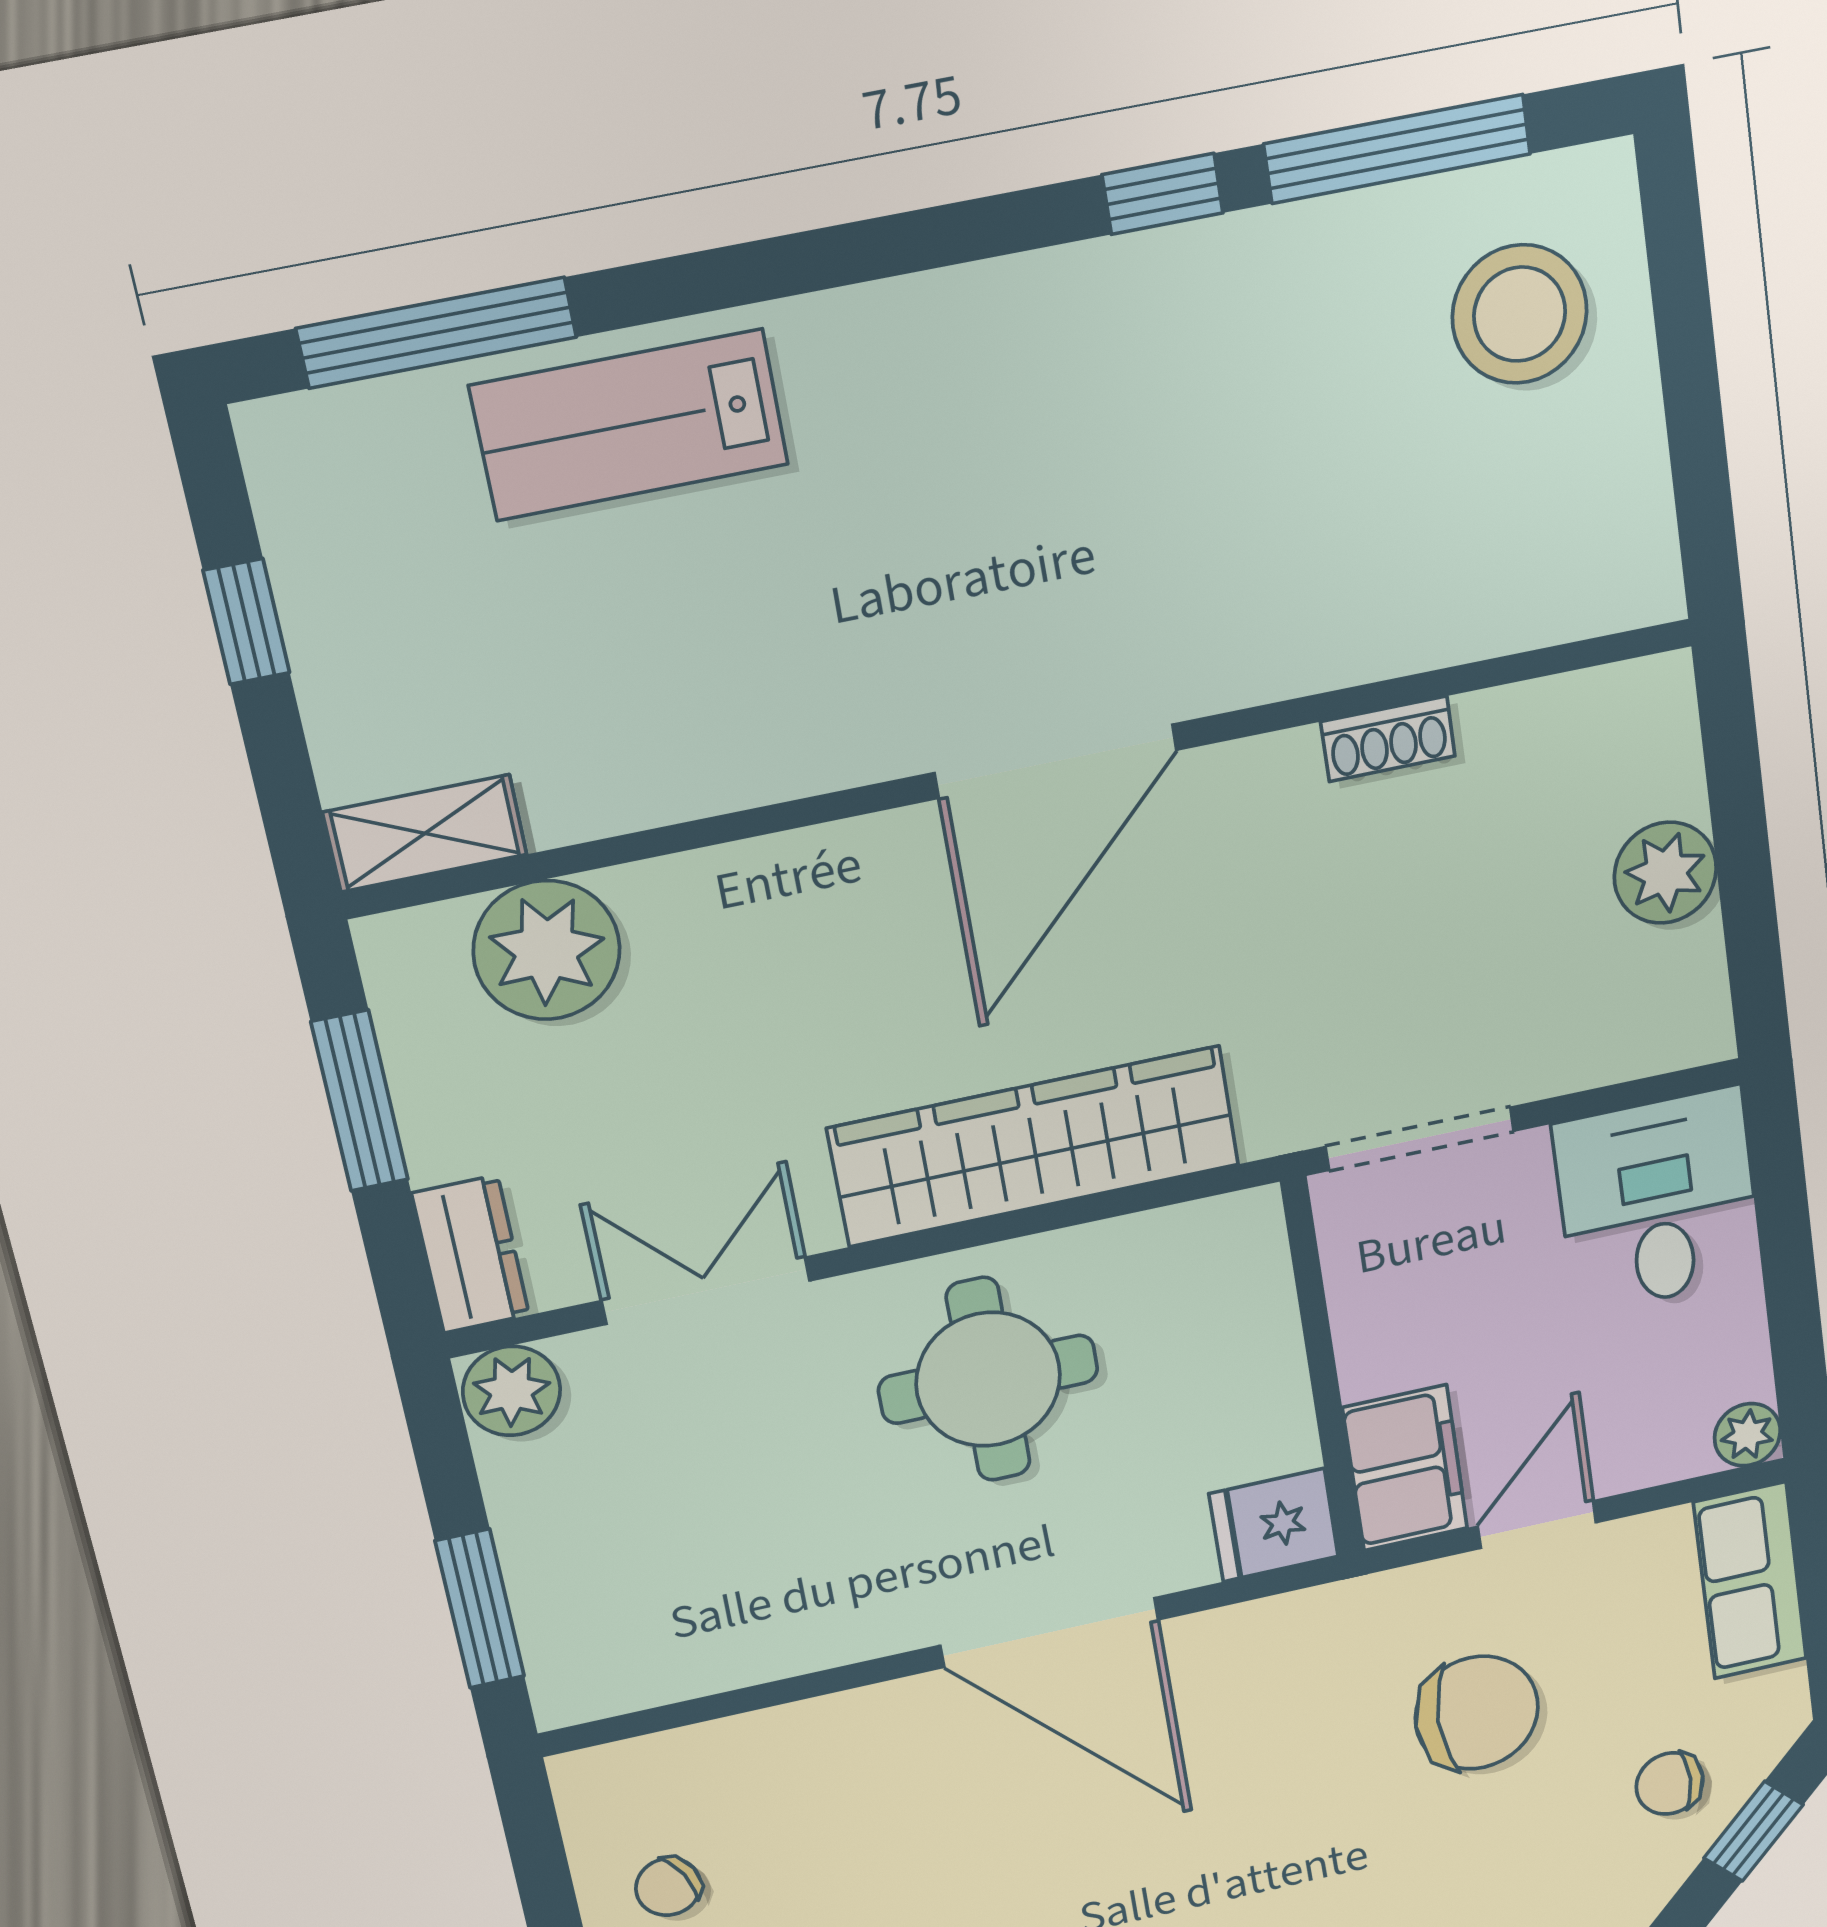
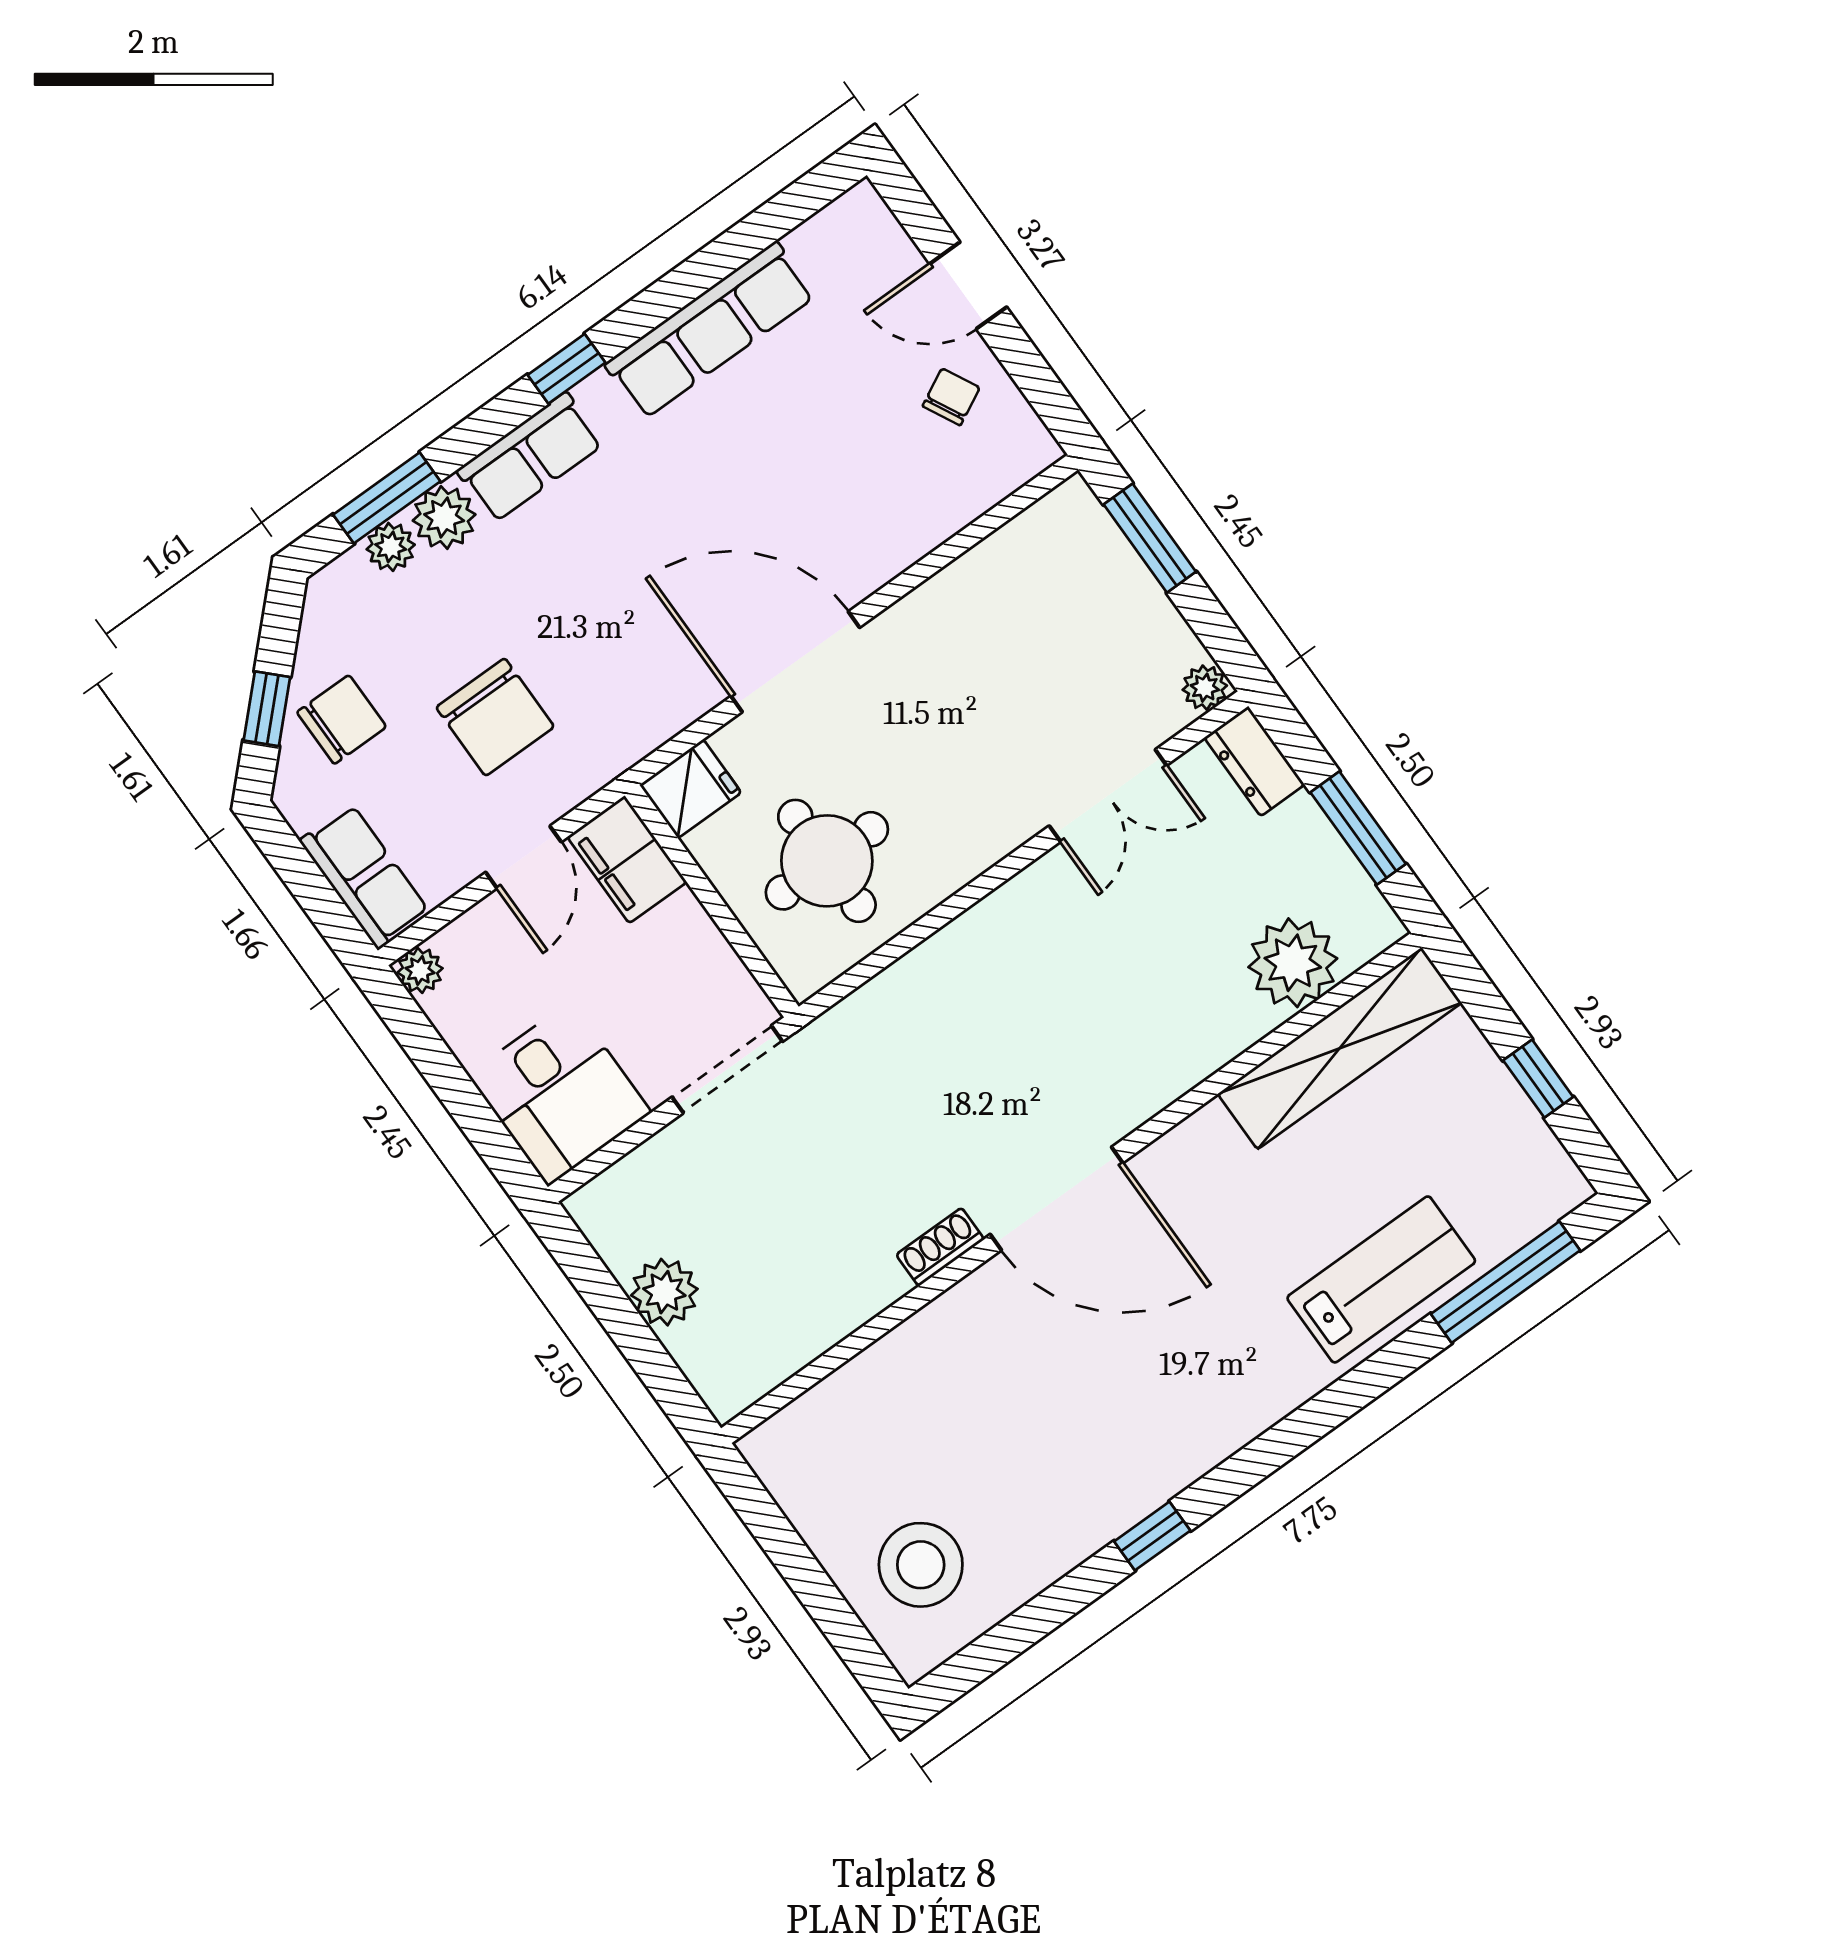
window: (1397, 149) -> (1036, 1620), removed
shoe rack: (1388, 739) -> (940, 1247), moved
door: (1056, 761) -> (1056, 1199), swing flipped
shelving: (425, 833) -> (1340, 1048), width x2.20, depth x1.33
wardrobe: (1034, 1146) -> (957, 966), removed
round table: (988, 1379) -> (827, 861), moved
plant: (512, 1391) -> (1205, 688), width x0.73, depth x0.73
chair: (1477, 1713) -> (495, 717), turned -90
chair: (1670, 1783) -> (342, 719), width x1.37, depth x1.37

